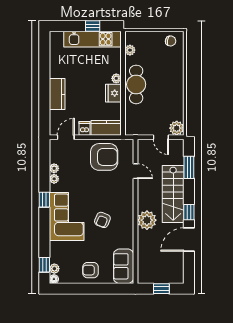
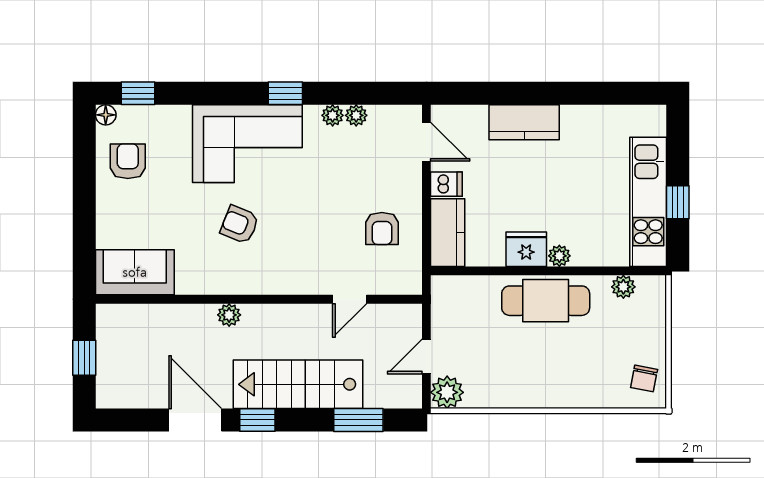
armchair: (104, 157) -> (382, 229), width x0.53, depth x0.53
plant: (147, 220) -> (229, 315), width x0.53, depth x0.53
plant: (54, 269) -> (130, 116), removed
armchair: (91, 270) -> (128, 161), moved

